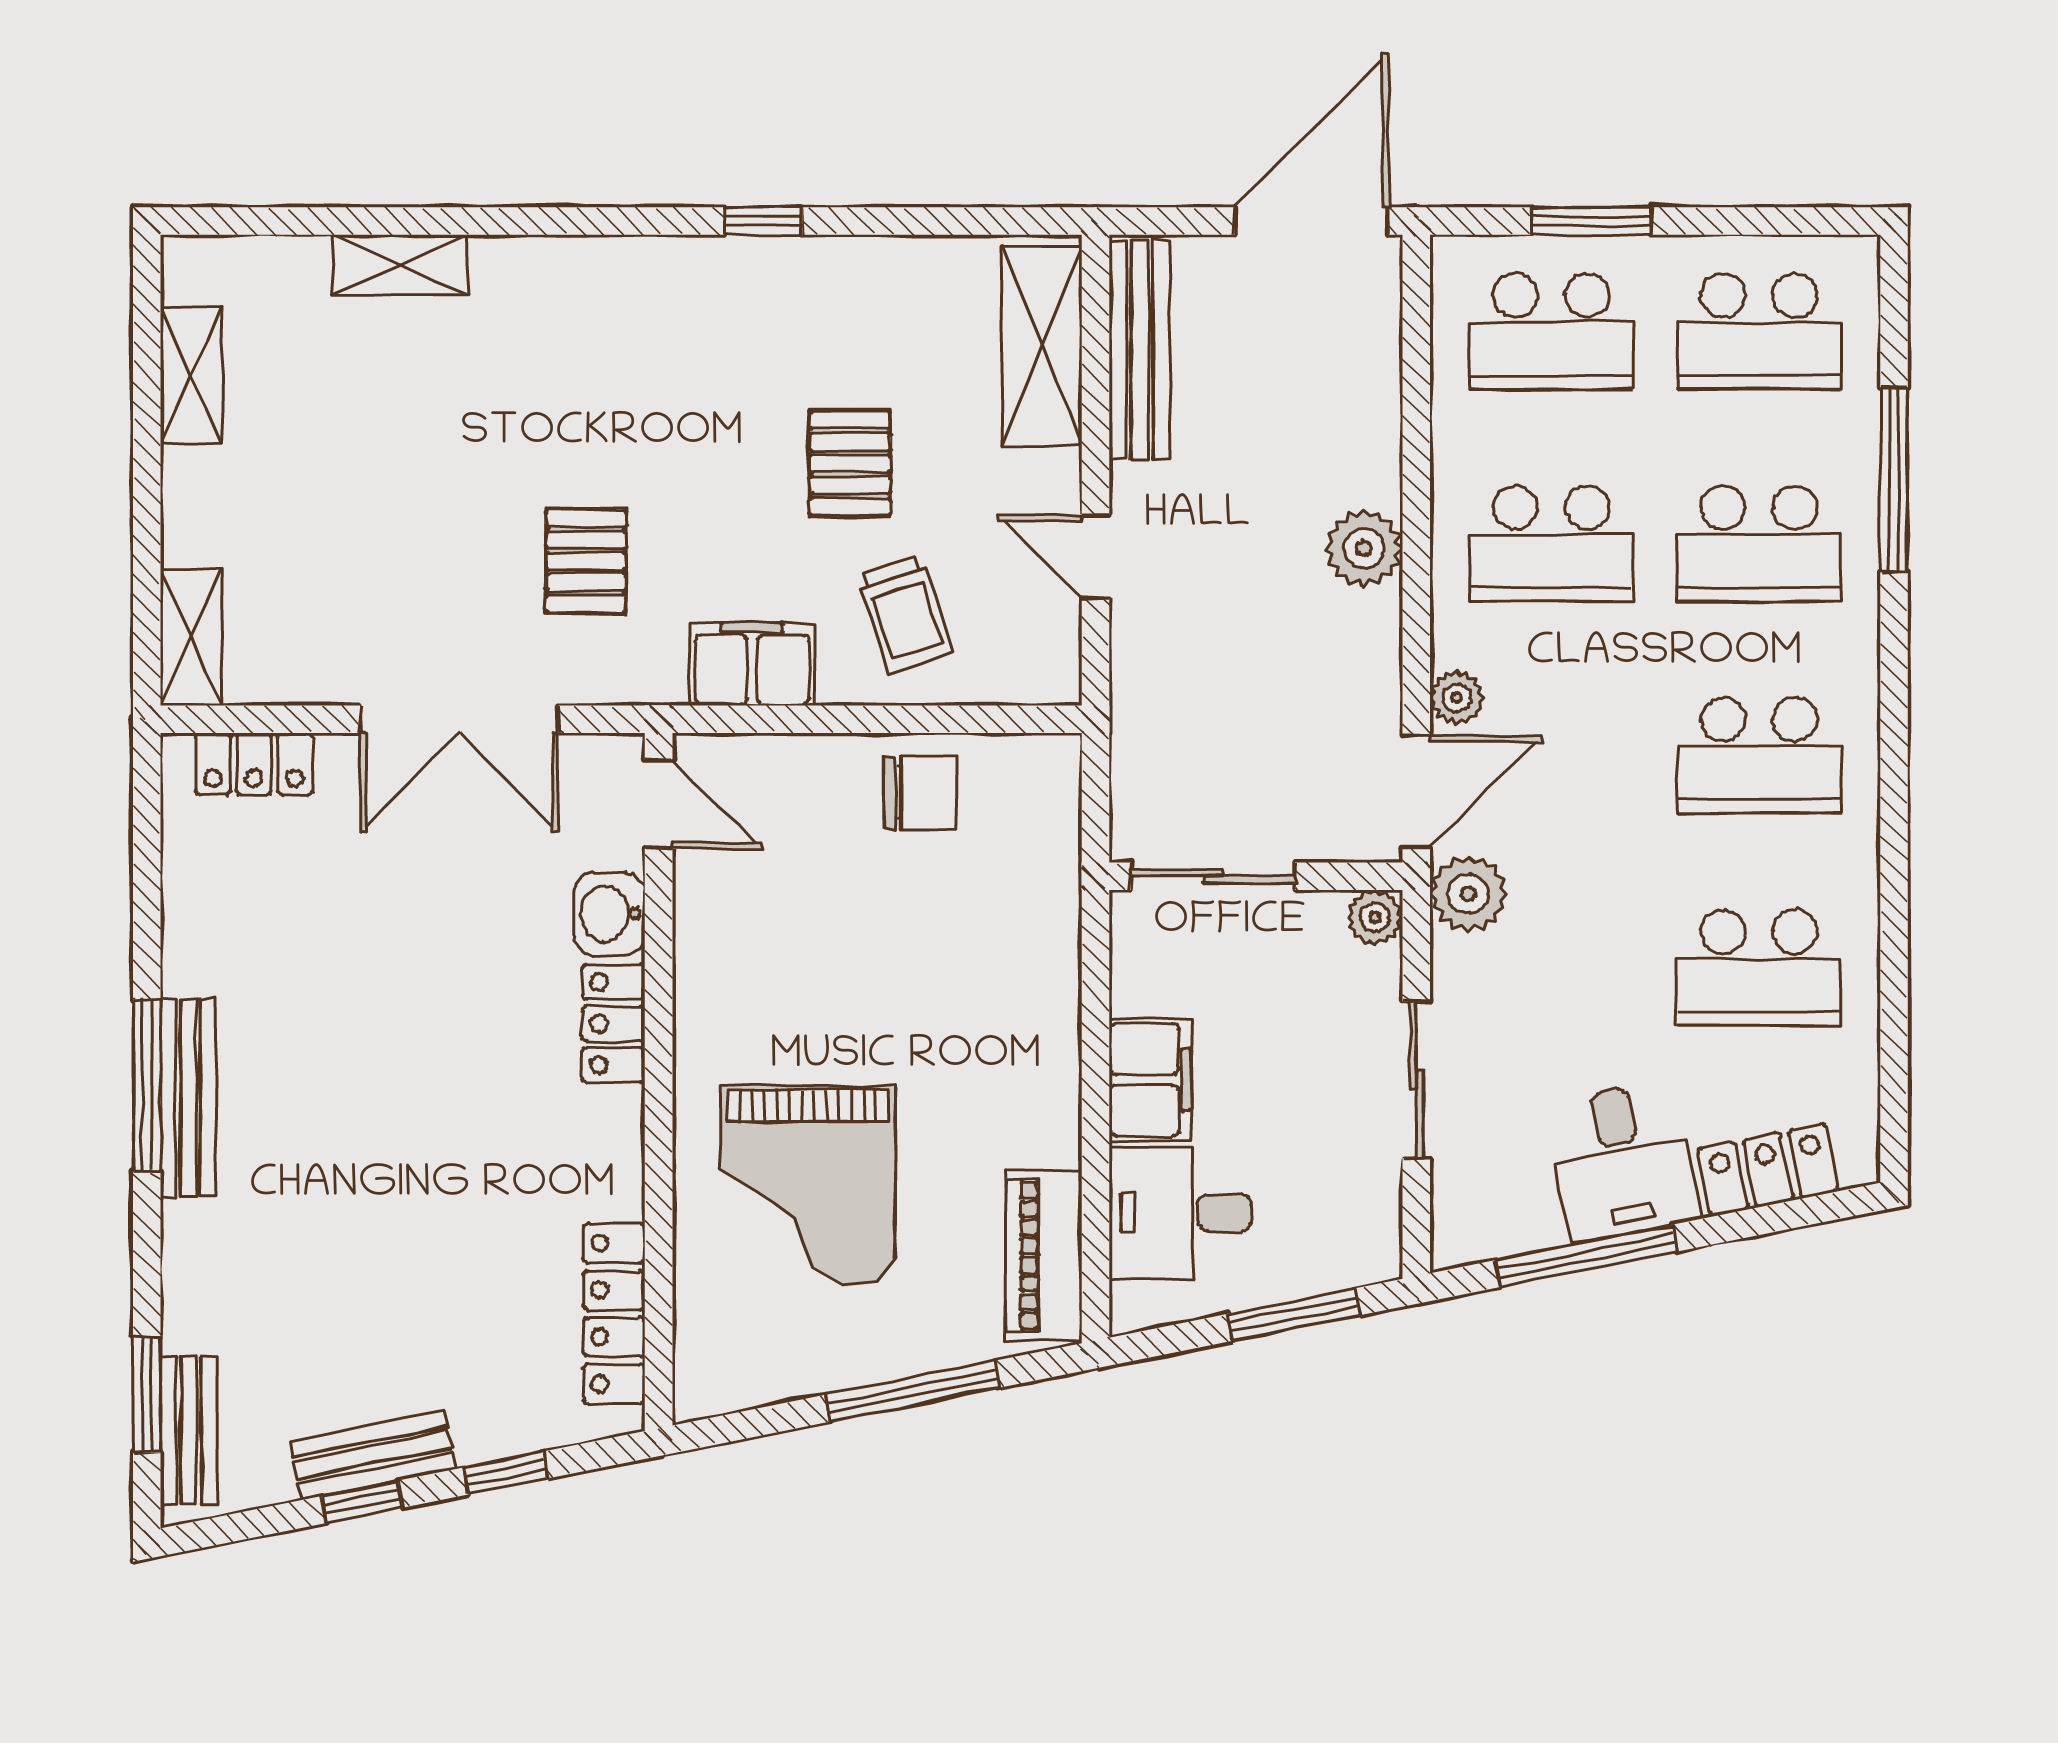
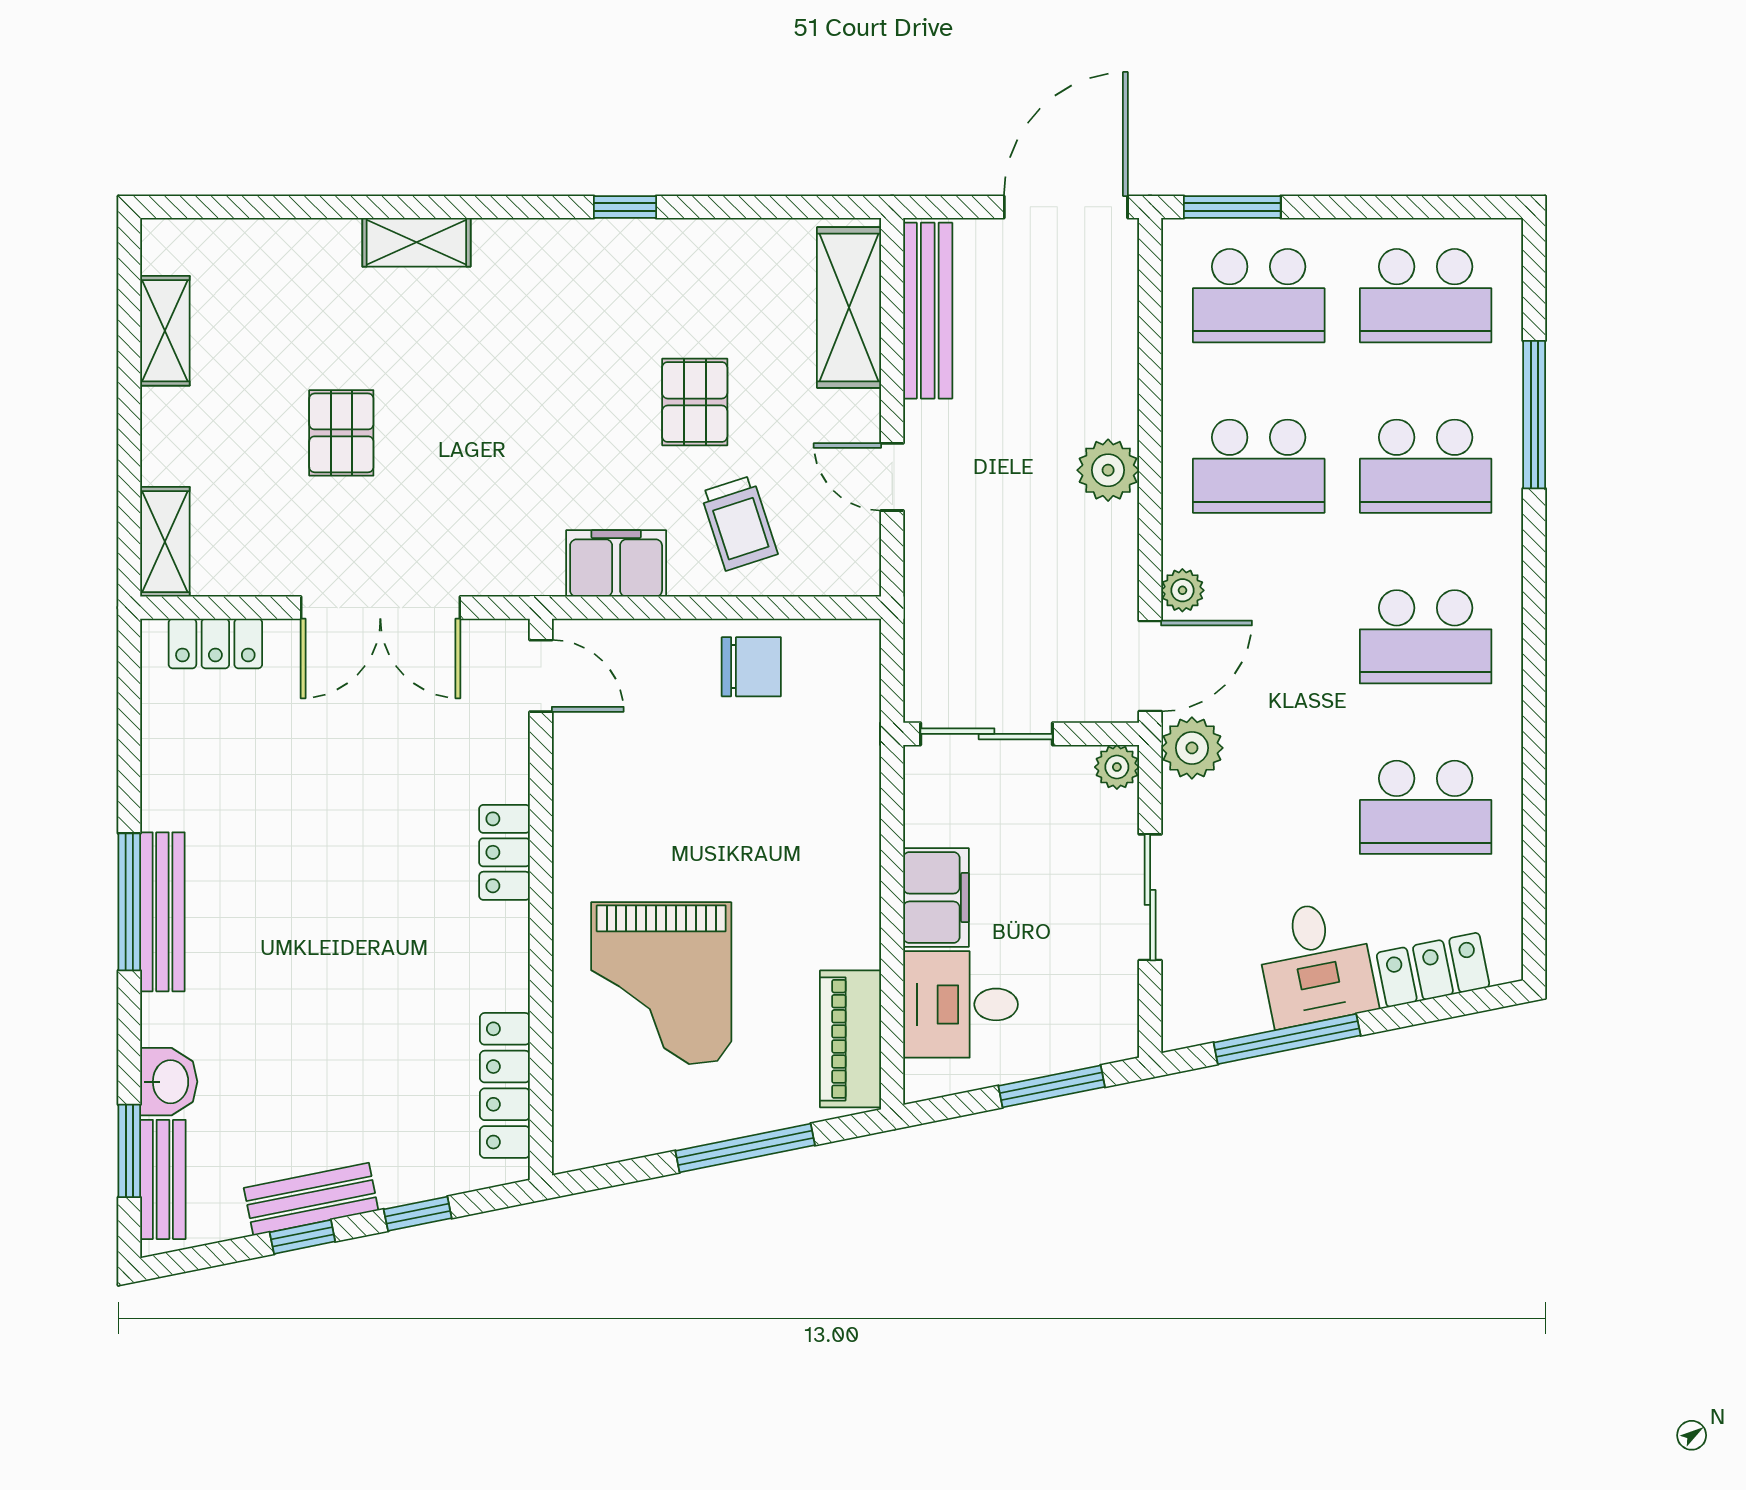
window: (1592, 221) -> (1232, 207), moved
shelving: (400, 265) -> (416, 242), moved
pallet: (586, 561) -> (341, 433), moved
washbasin: (609, 914) -> (169, 1082), moved, turned 180

